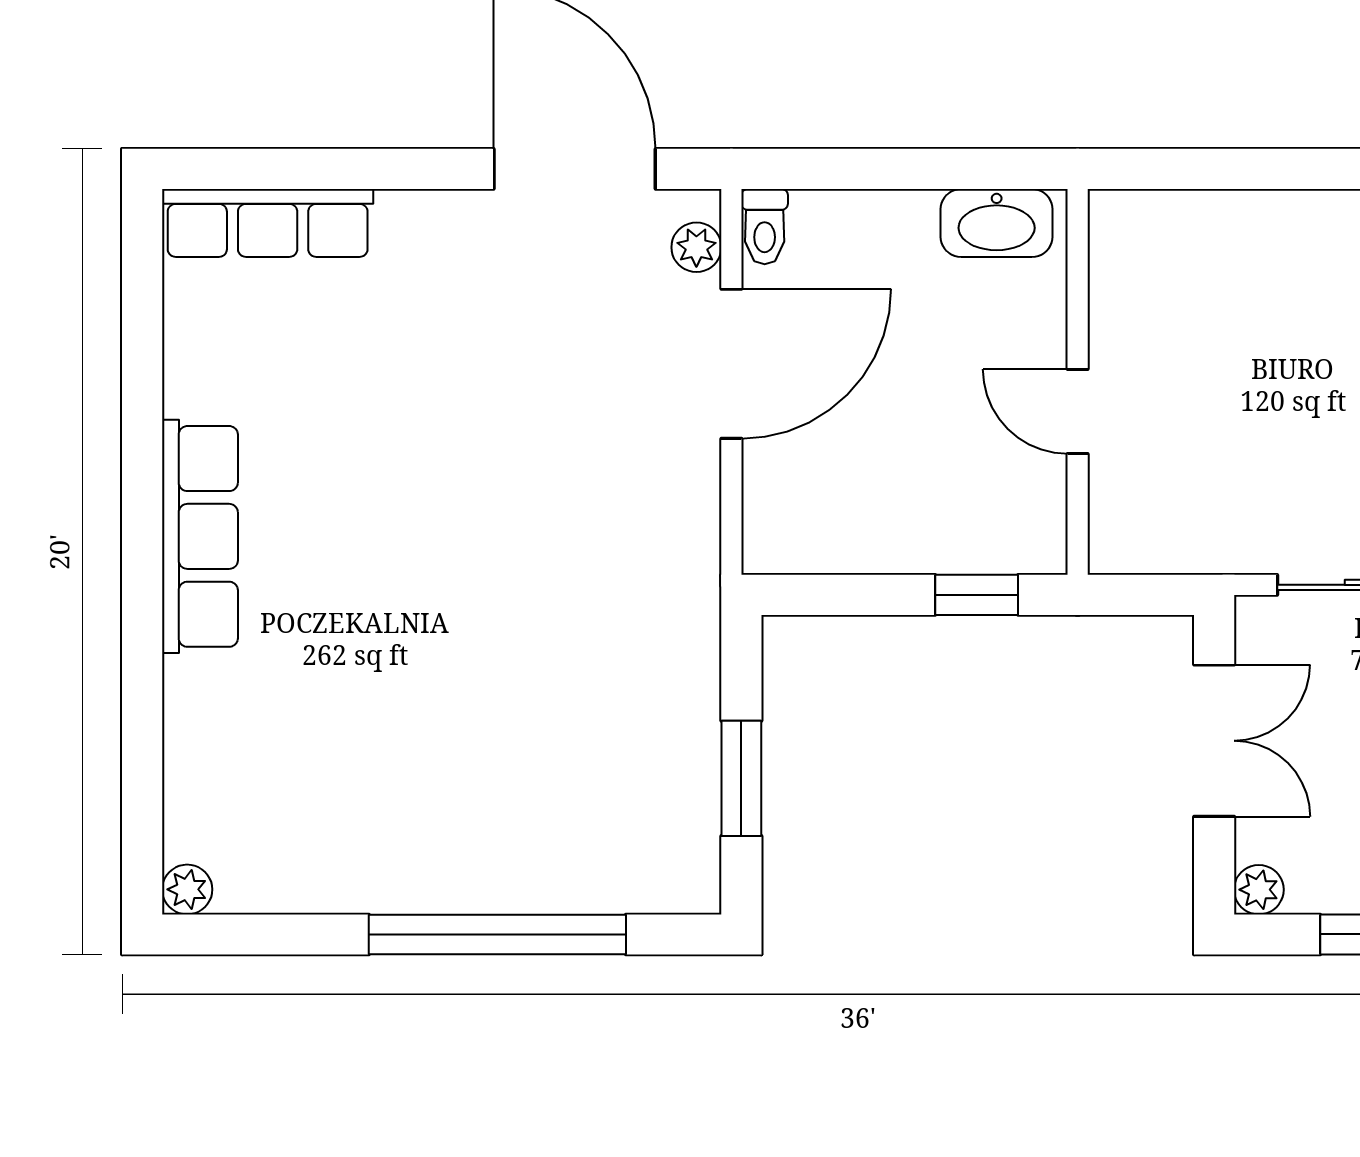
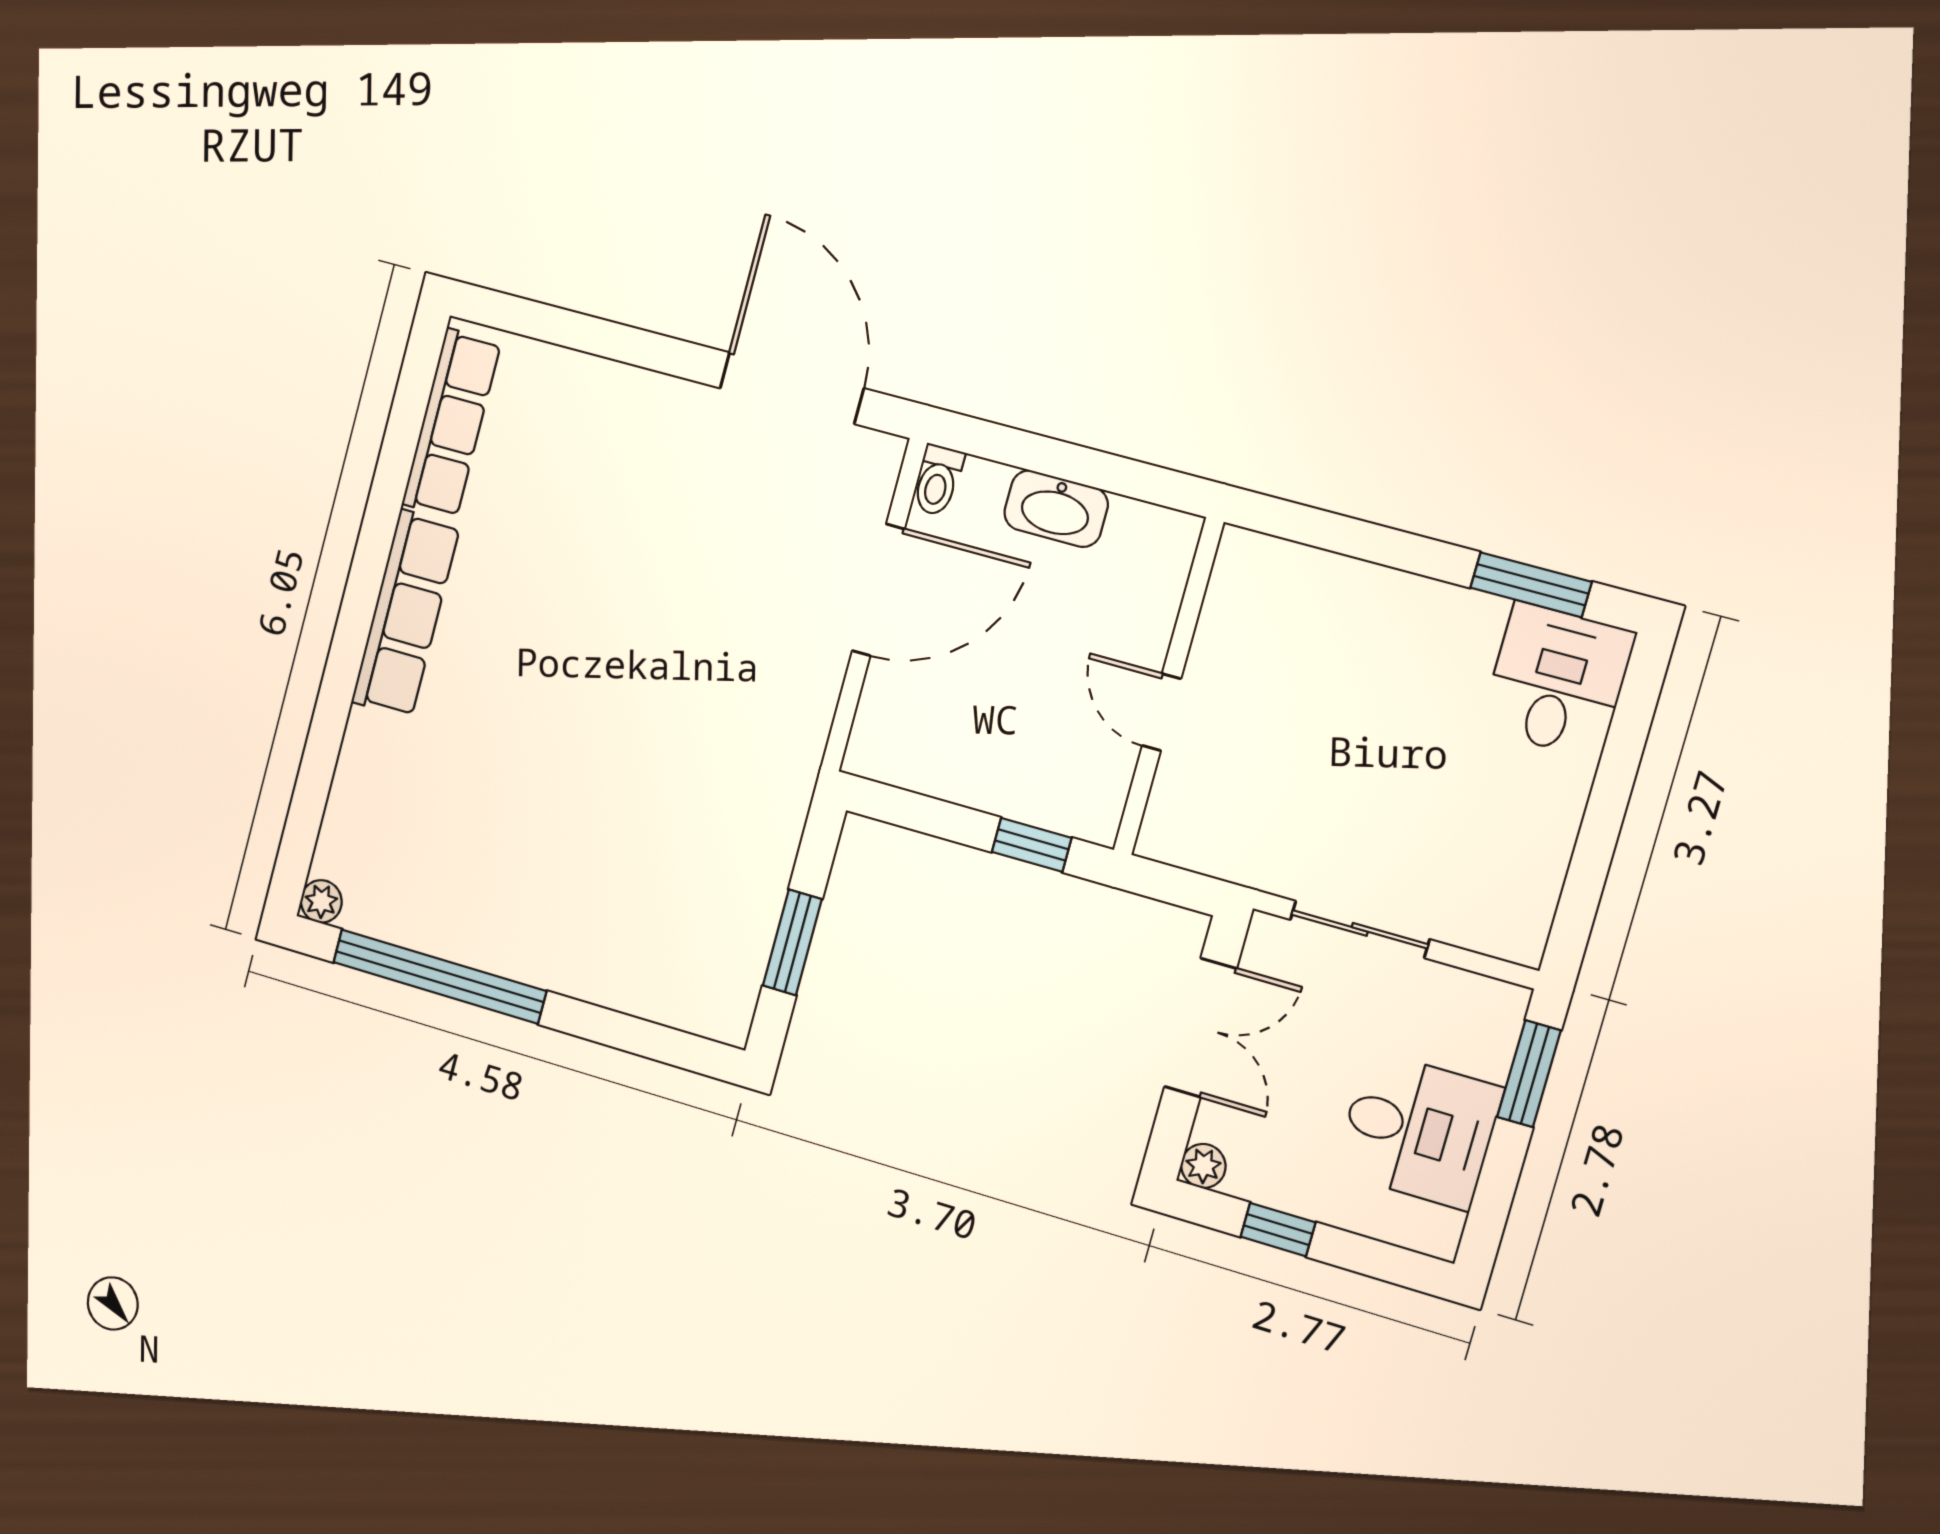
row of seats: (268, 223) -> (451, 423), moved, turned -90
washbasin: (997, 223) -> (1056, 509), moved
plant: (696, 247) -> (876, 482), removed
window: (497, 934) -> (439, 977), moved

